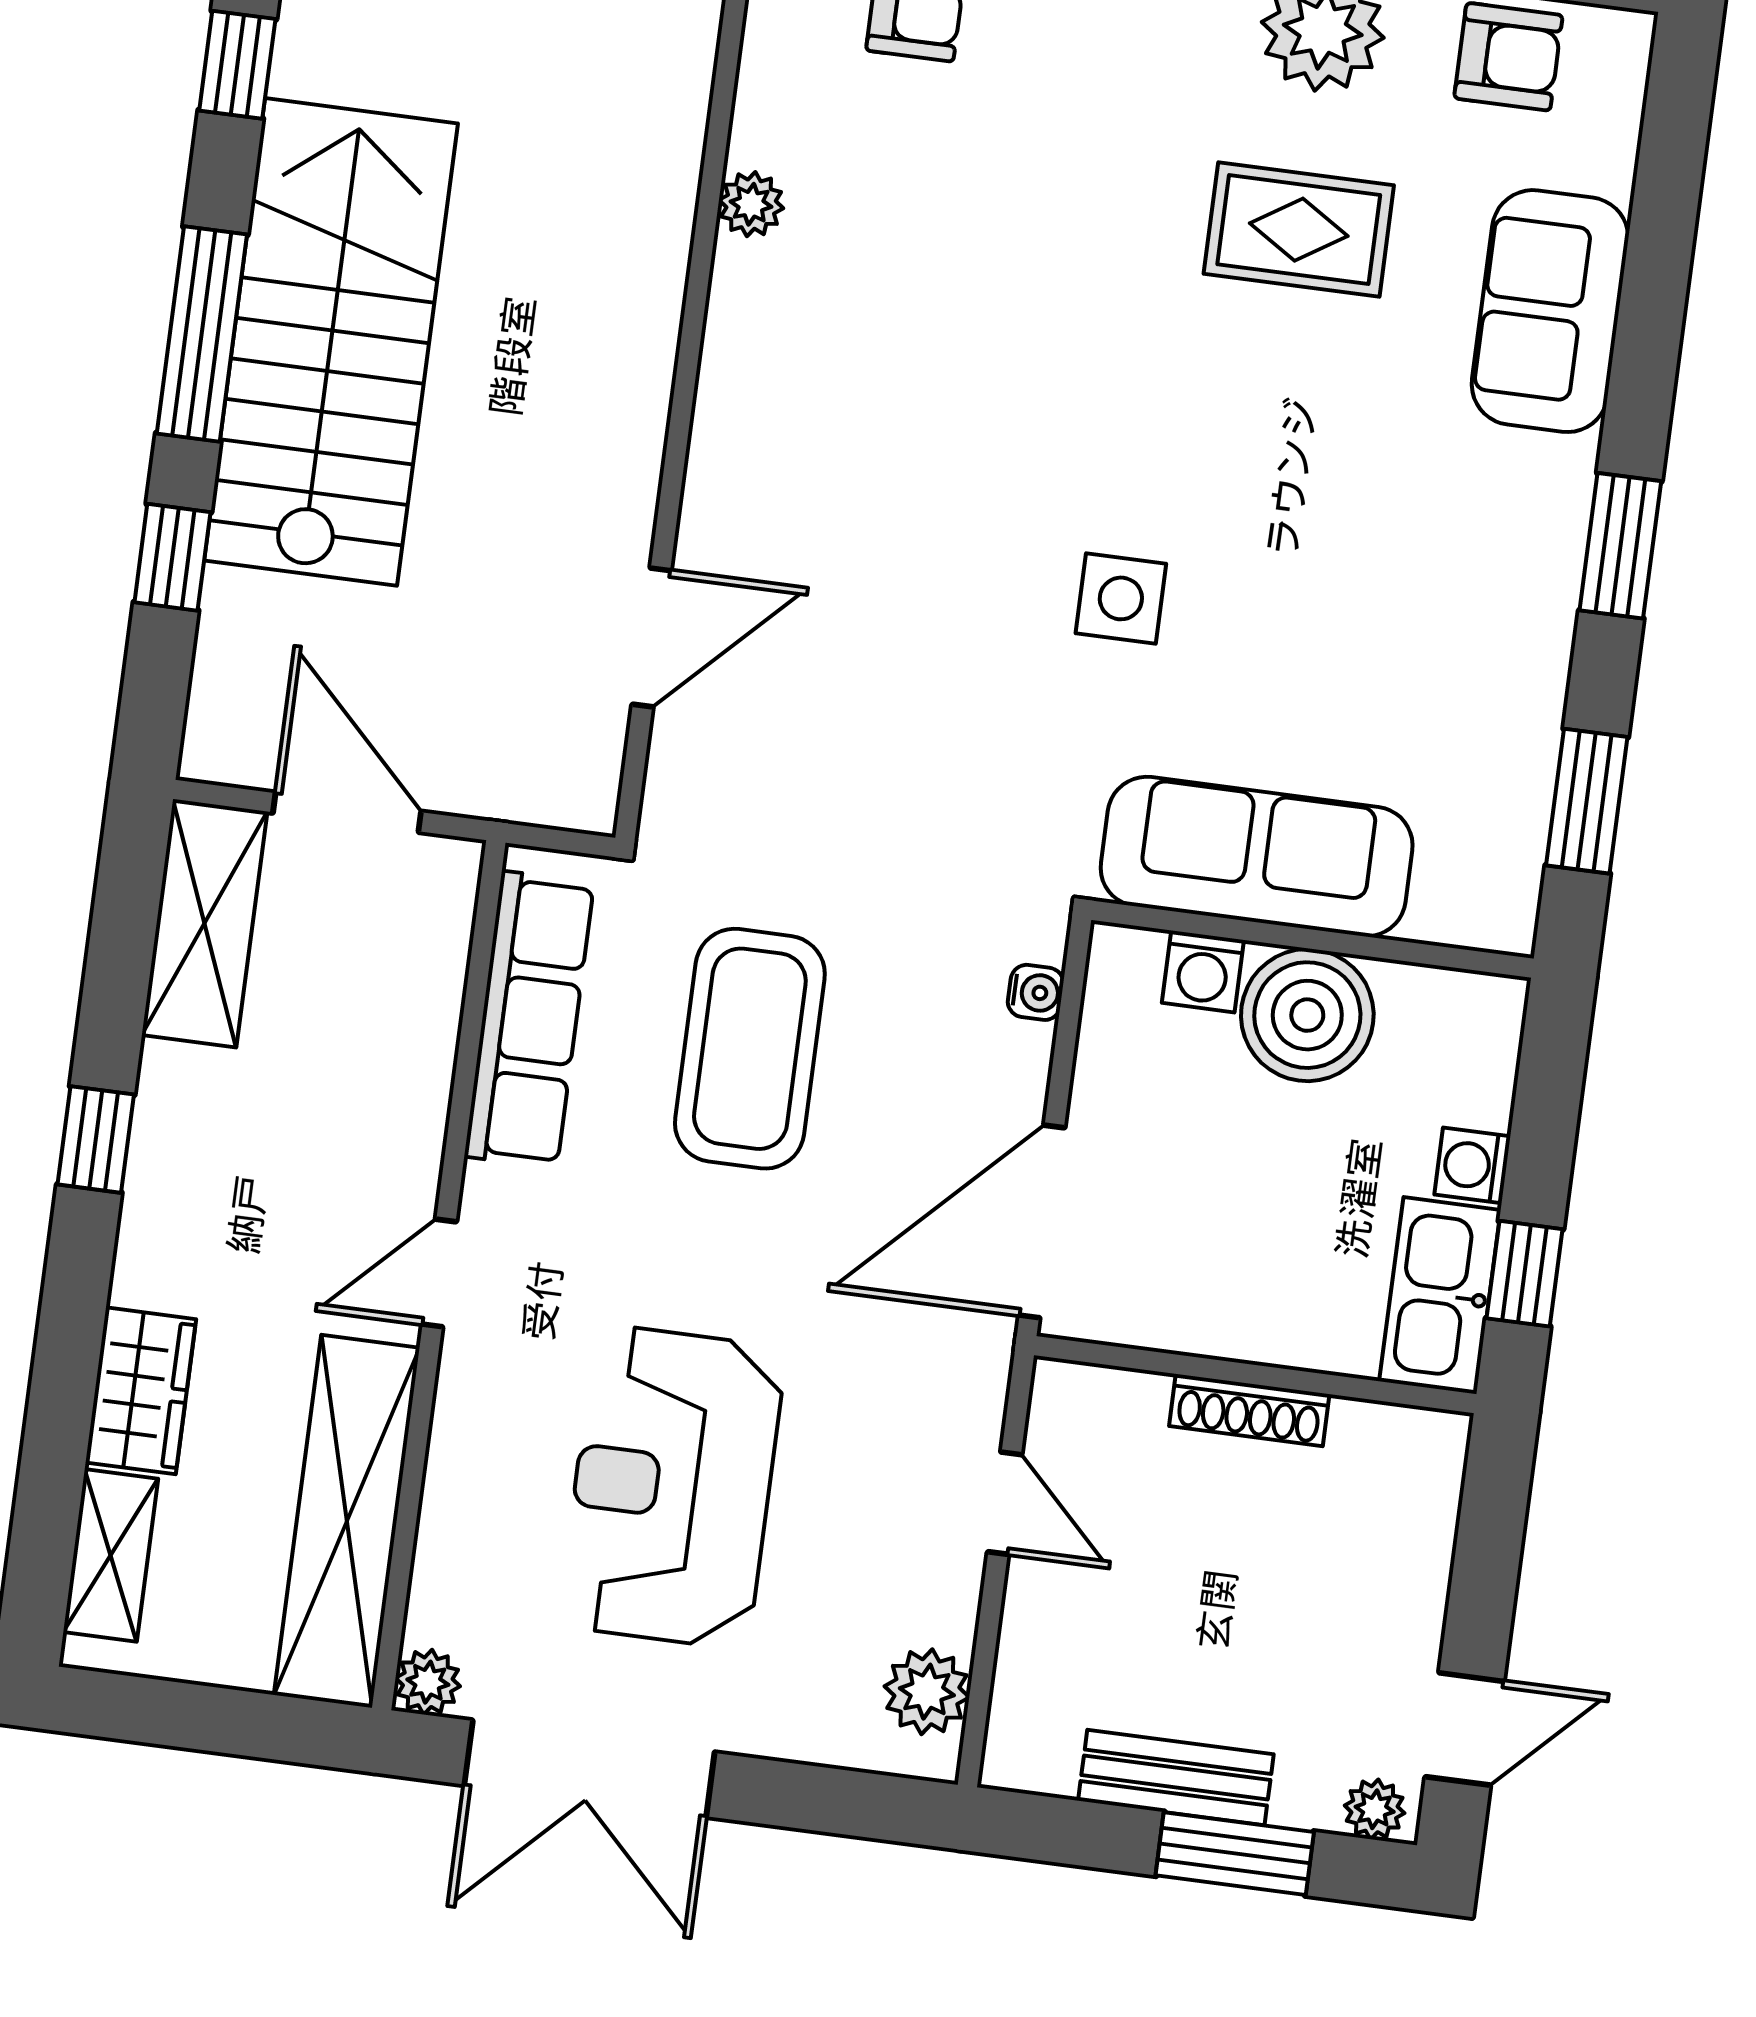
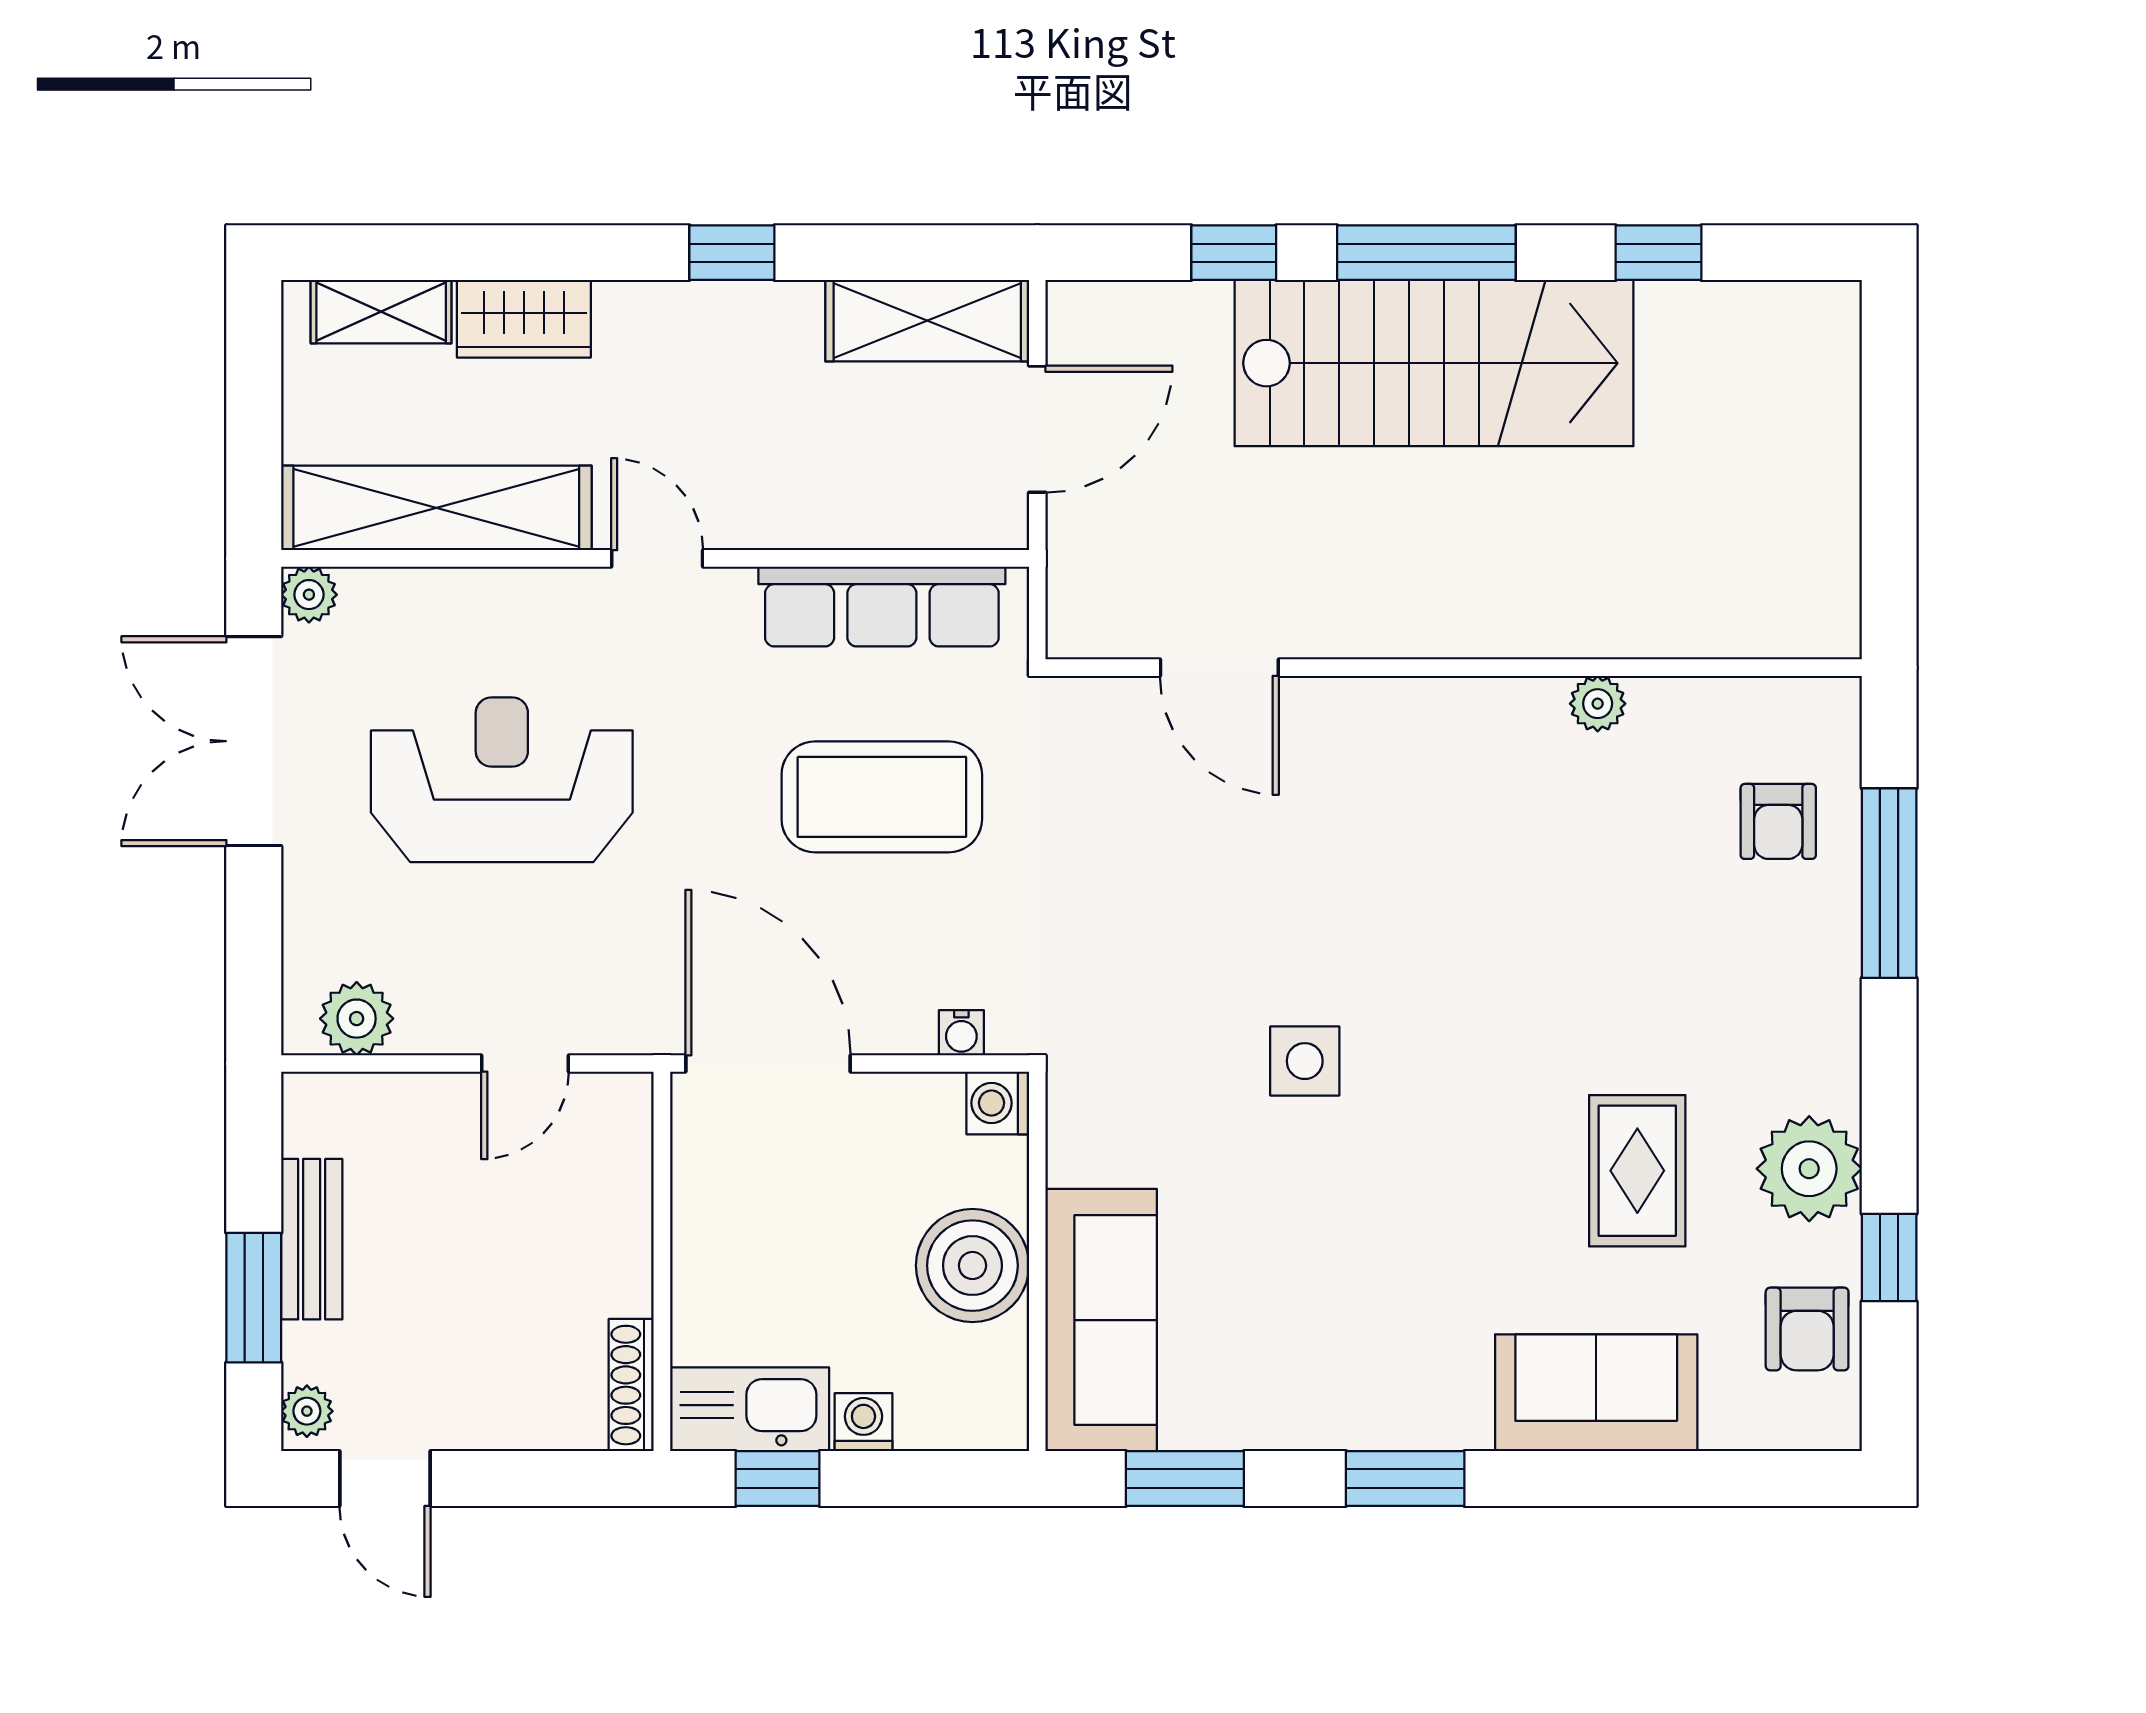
sofa: (1257, 857) -> (1101, 1320), moved
washing machine: (1203, 971) -> (998, 1103), moved
shoe rack: (1249, 1410) -> (631, 1385), moved

